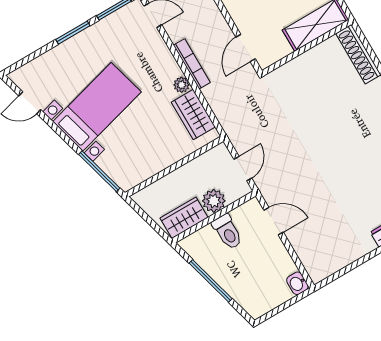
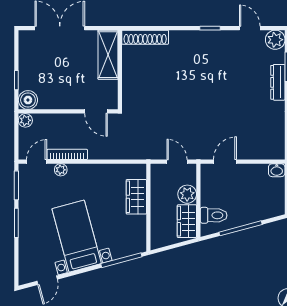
bookcase: (192, 64) -> (67, 154), moved
plant: (182, 85) -> (61, 170), moved
wardrobe: (193, 115) -> (136, 197), moved, turned 90
toilet: (227, 232) -> (214, 215), moved

